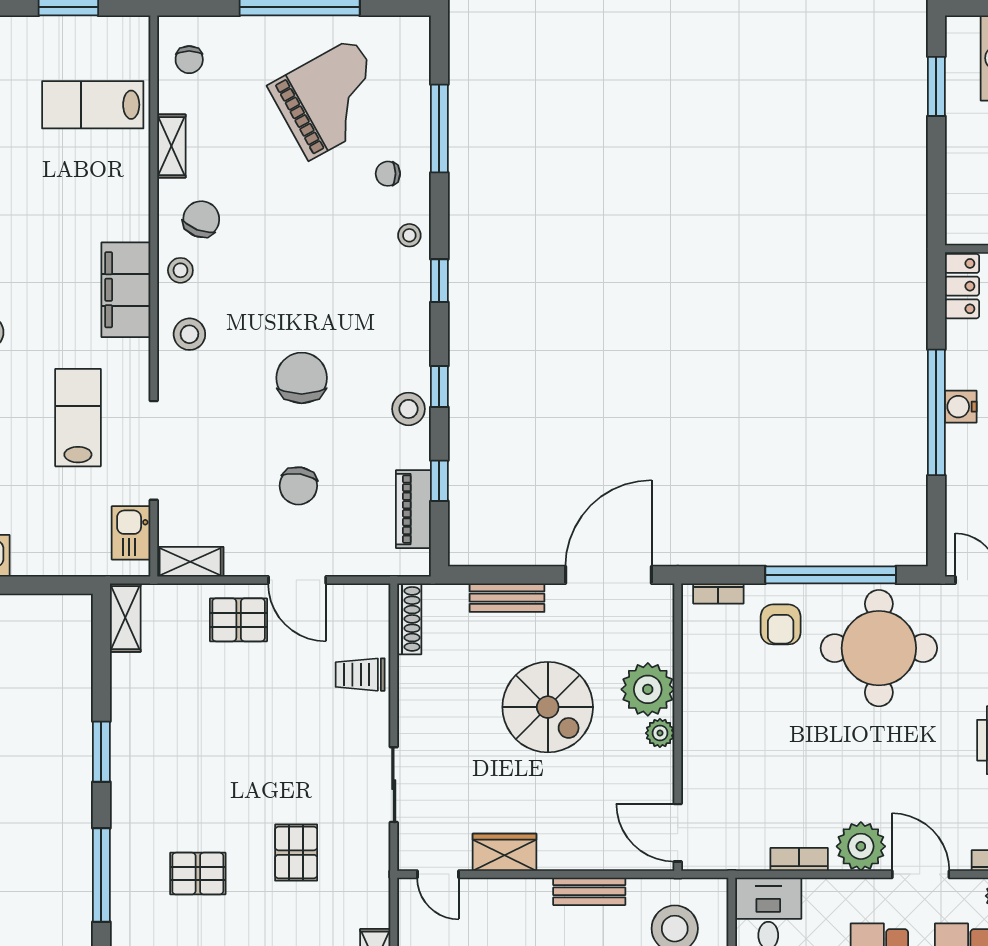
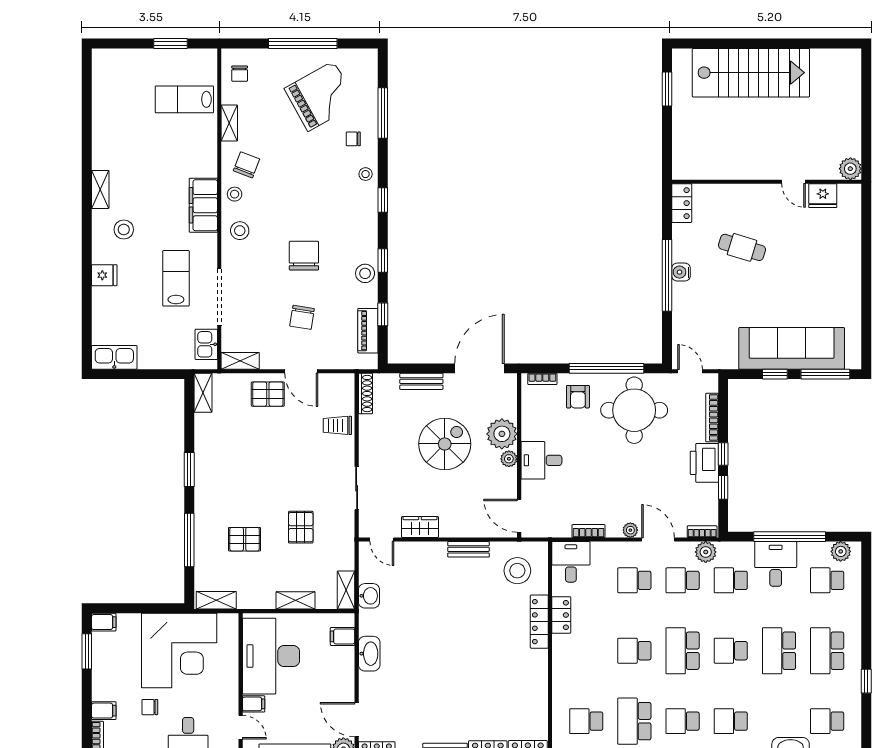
spiral stairs: (548, 707) -> (445, 444), turned -90
desk: (717, 736) -> (541, 460), added
plant: (861, 846) -> (630, 530), width x0.53, depth x0.53

